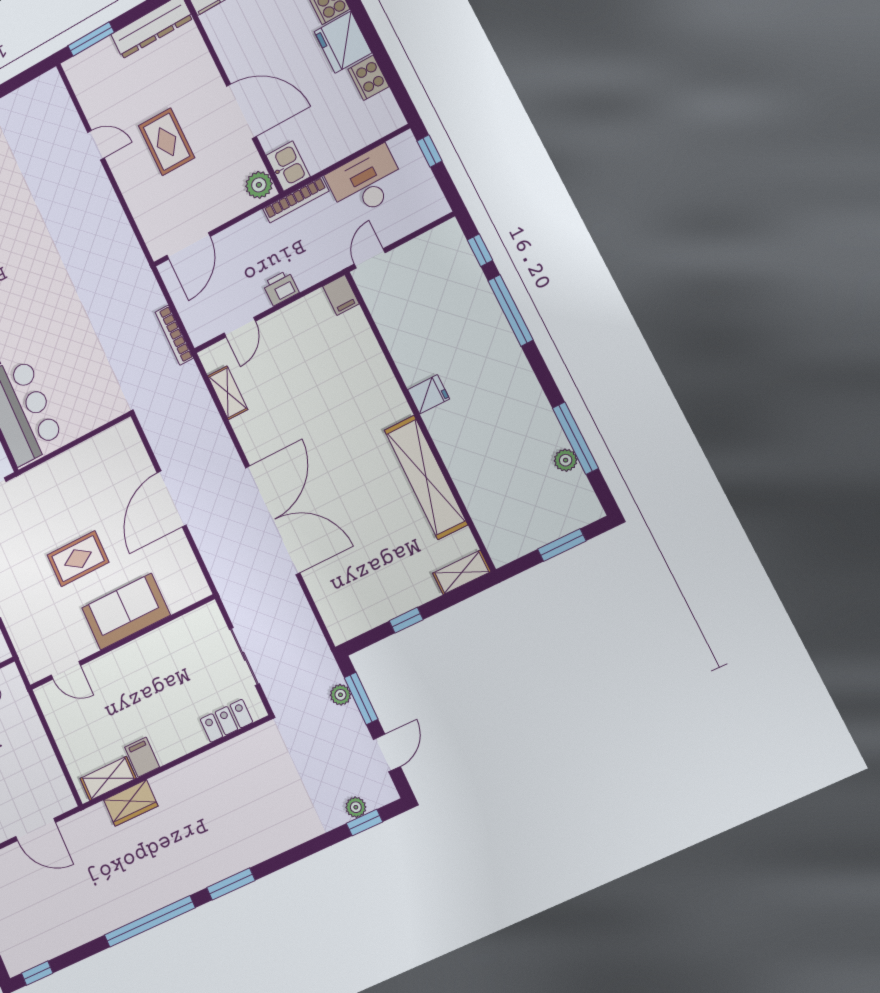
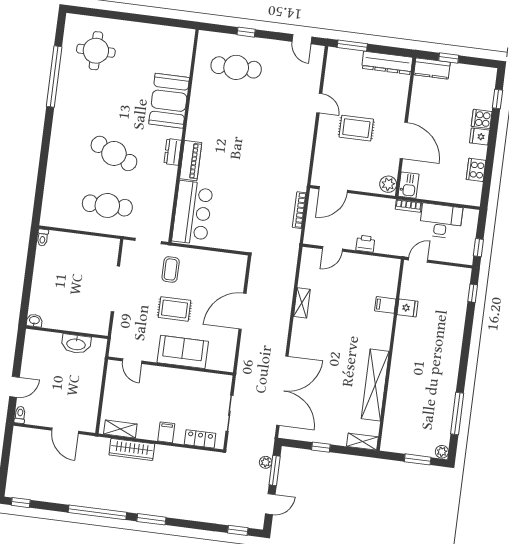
fridge: (343, 42) -> (480, 136), width x0.53, depth x0.75
door: (20, 80) -> (302, 39), added
rug: (166, 142) -> (356, 128), turned 90
window: (430, 151) -> (478, 248), moved
bookcase: (296, 200) -> (408, 206), width x0.64
filing cabinet: (341, 295) -> (385, 305), moved, turned 90
window: (510, 310) -> (468, 332), removed
bookcase: (174, 335) -> (299, 210), moved
shelving: (228, 393) -> (302, 303), moved
fridge: (429, 394) -> (408, 308), moved
plant: (566, 460) -> (442, 452), moved
coffee table: (40, 508) -> (171, 269), added
double door: (273, 520) -> (282, 391), moved
filing cabinet: (142, 757) -> (166, 432), moved
wardrobe: (131, 803) -> (132, 449), width x1.50
plant: (356, 807) -> (238, 521), removed

